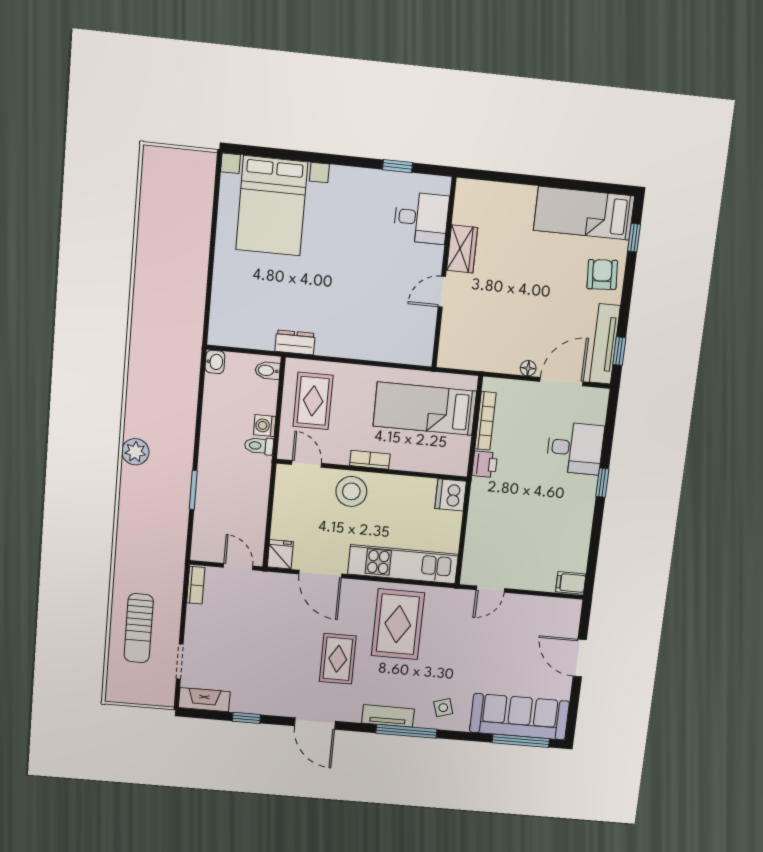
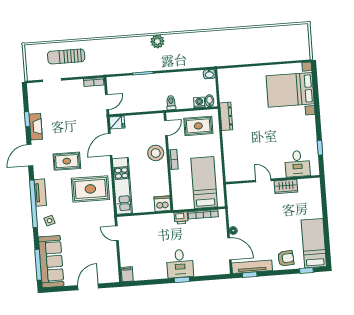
dresser: (295, 342) -> (226, 116), width x1.44
washing machine: (265, 426) -> (199, 102), moved
desk: (575, 448) -> (180, 264), moved
fireplace: (204, 700) -> (36, 127), moved
window: (406, 731) -> (33, 204), width x1.46

